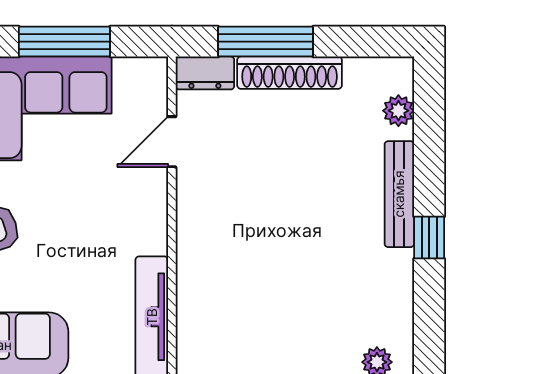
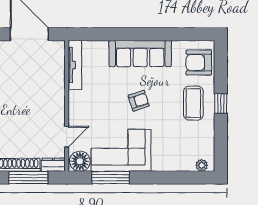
floor lamp: (140, 81) -> (80, 161), added

